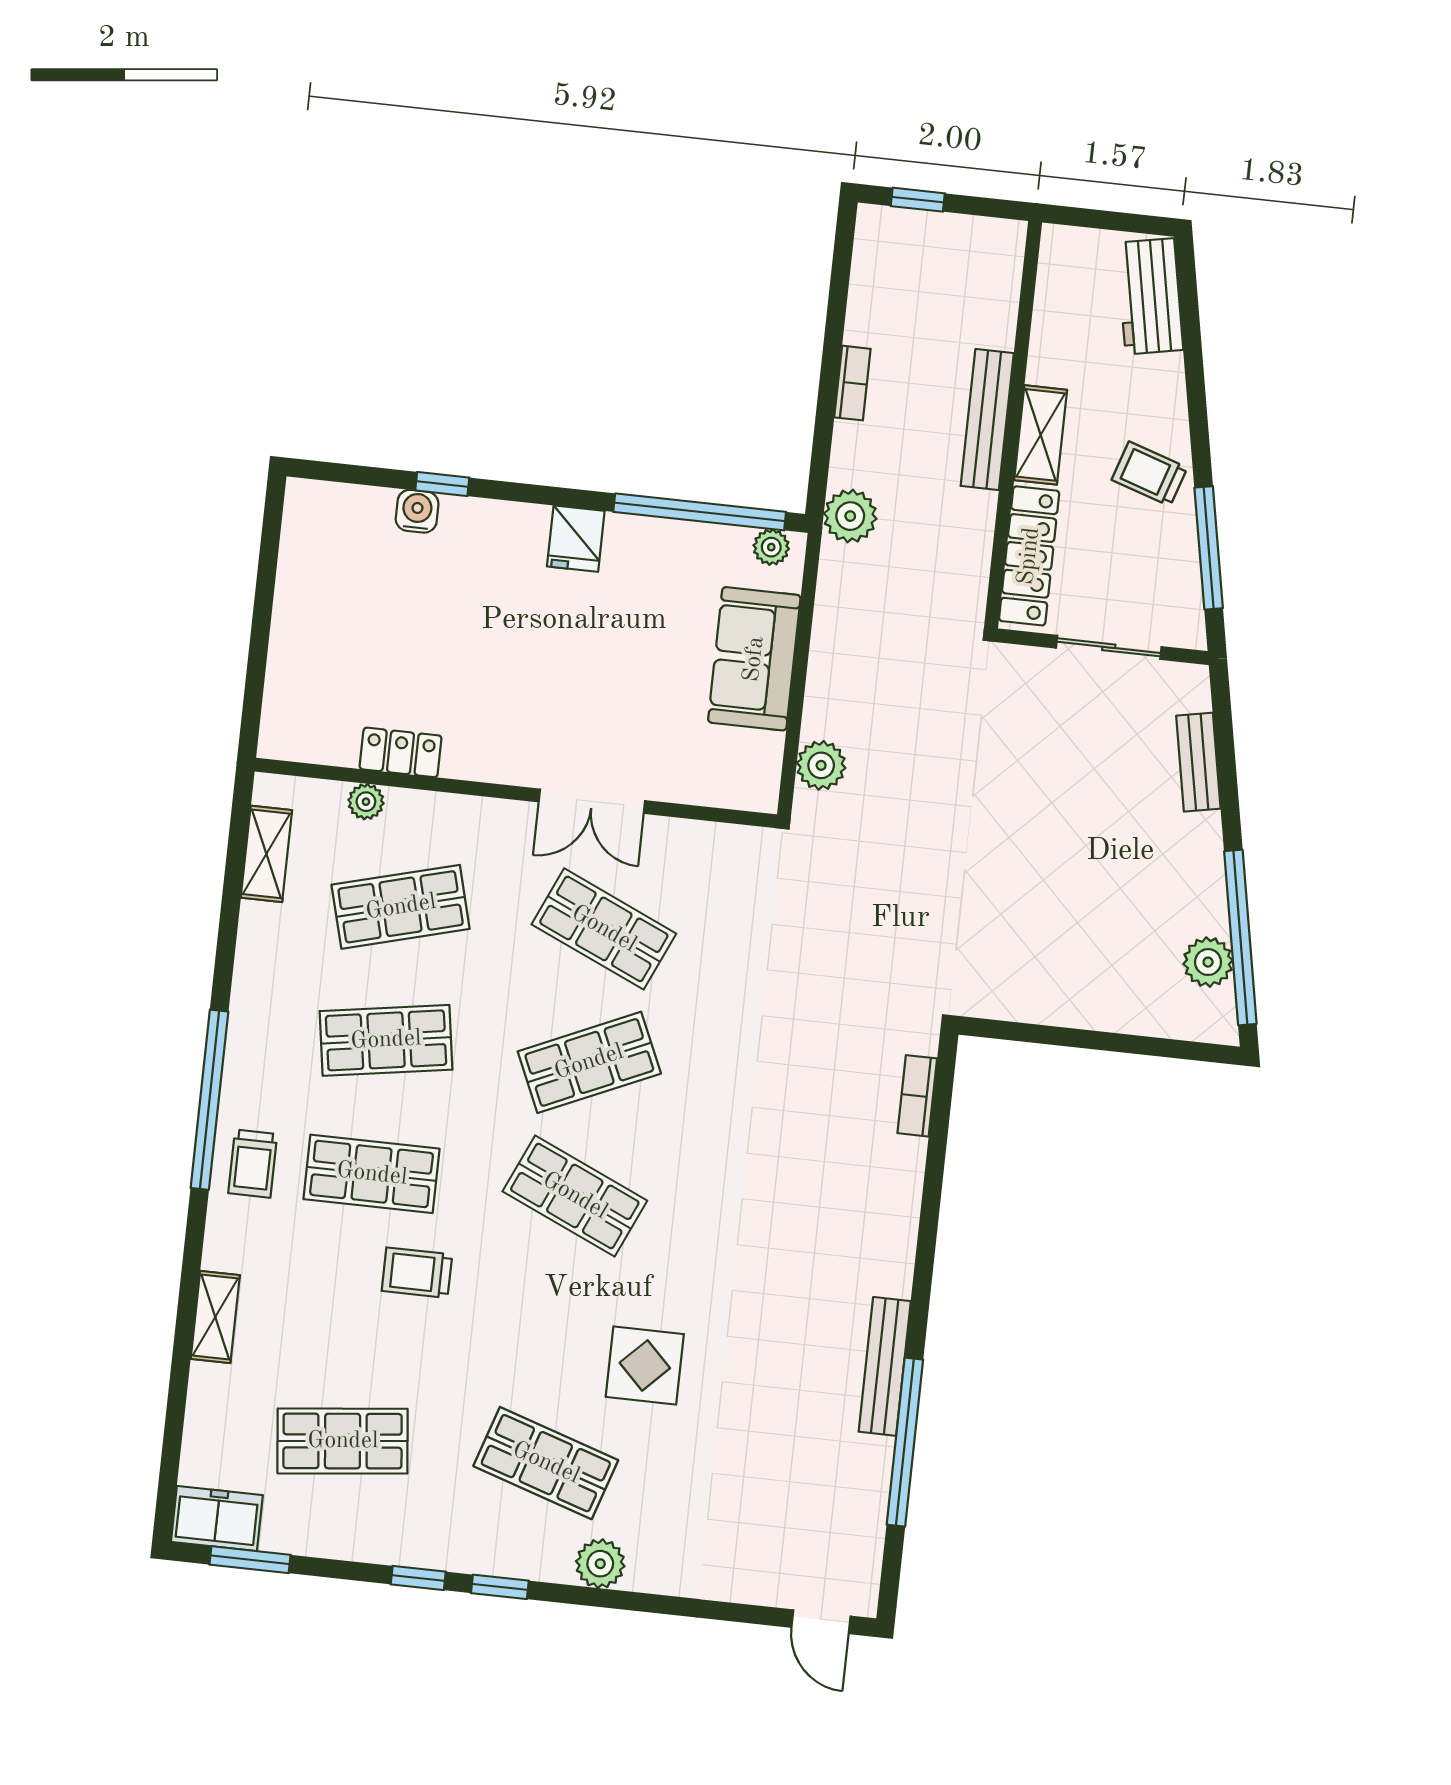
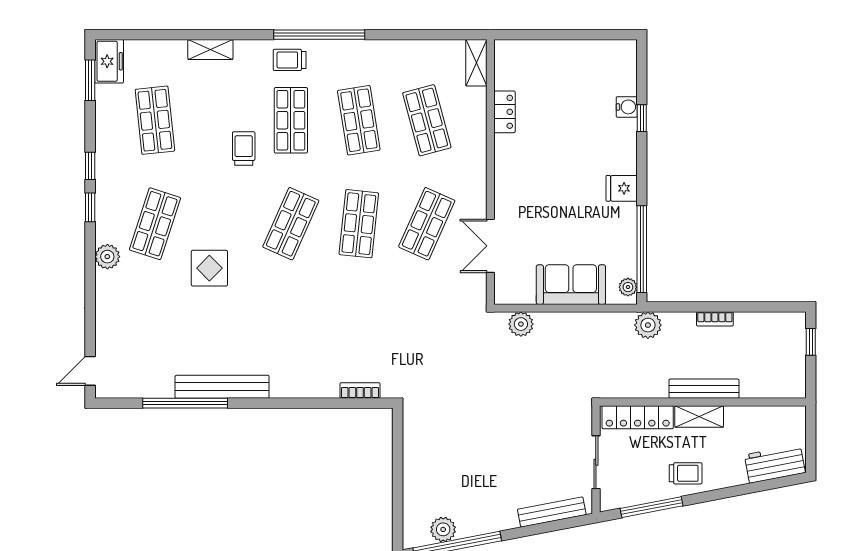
trolley: (1149, 474) -> (686, 473), turned 72
bench: (1198, 762) -> (552, 512), width x1.36
double door: (592, 801) -> (490, 246), moved
plant: (366, 802) -> (478, 97), removed
shelving: (266, 854) -> (476, 63), moved, turned 90
shop shelf: (589, 1062) -> (359, 224), turned 30
bench: (885, 1366) -> (222, 387), width x1.37, depth x1.21

